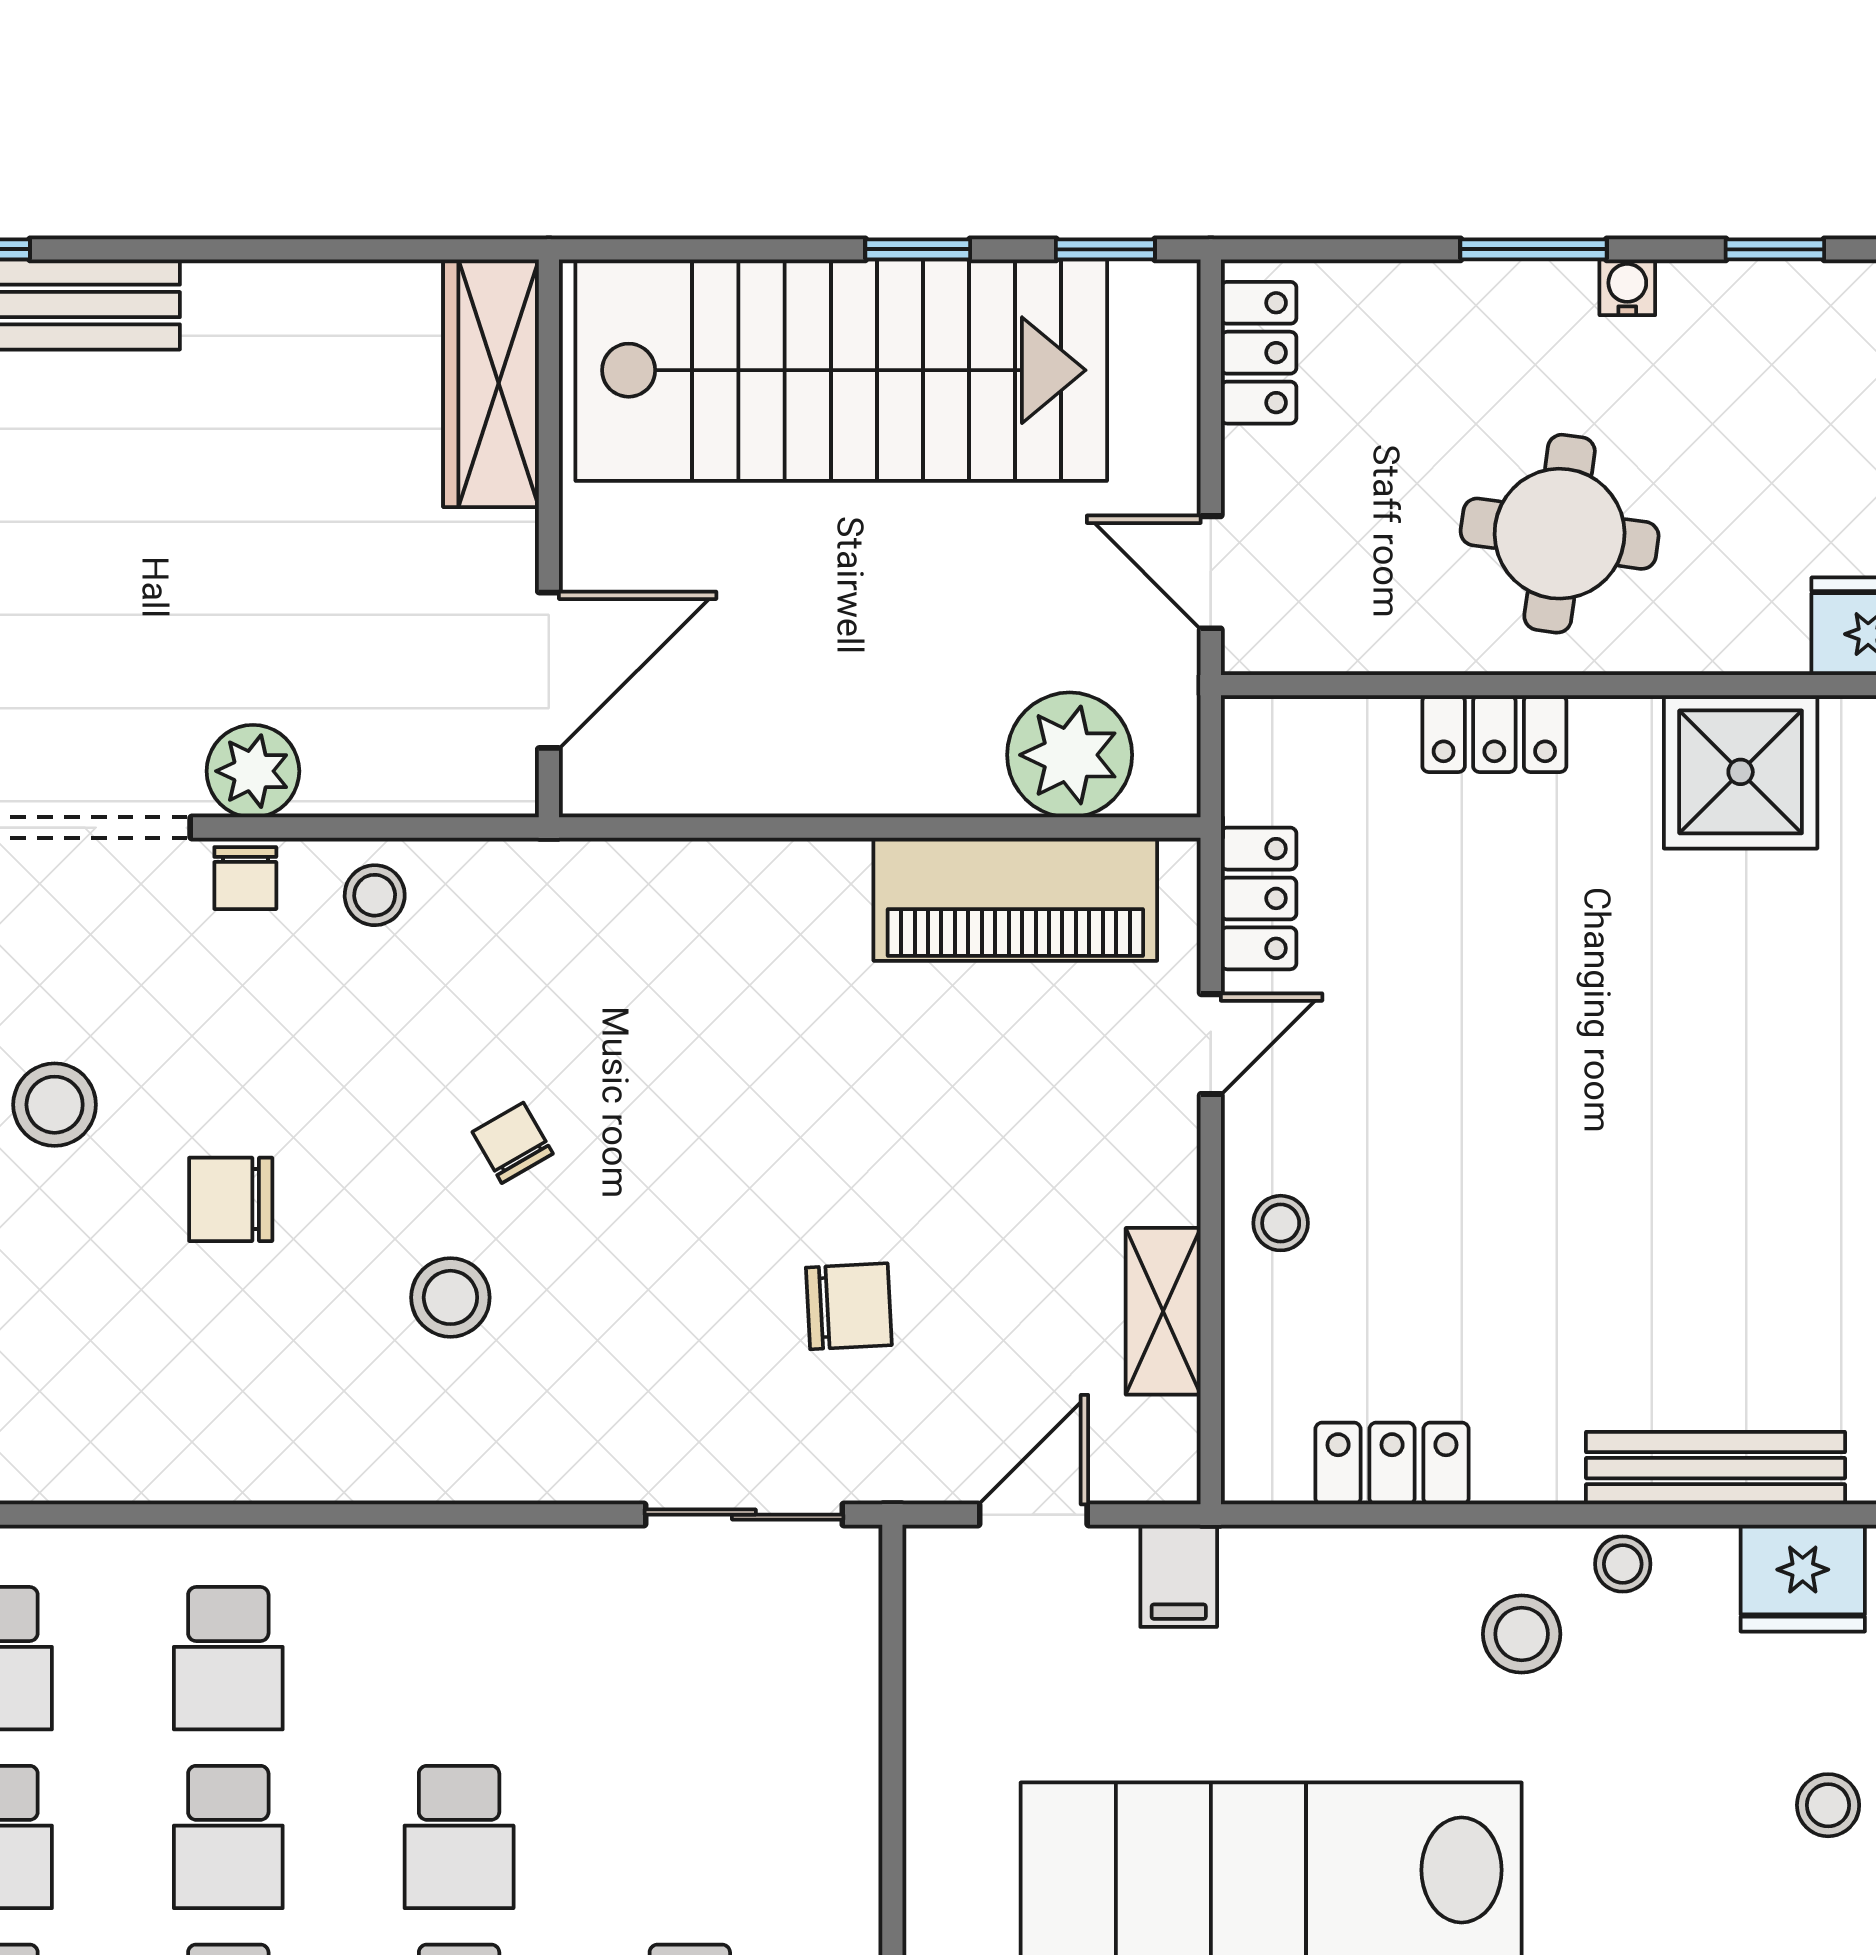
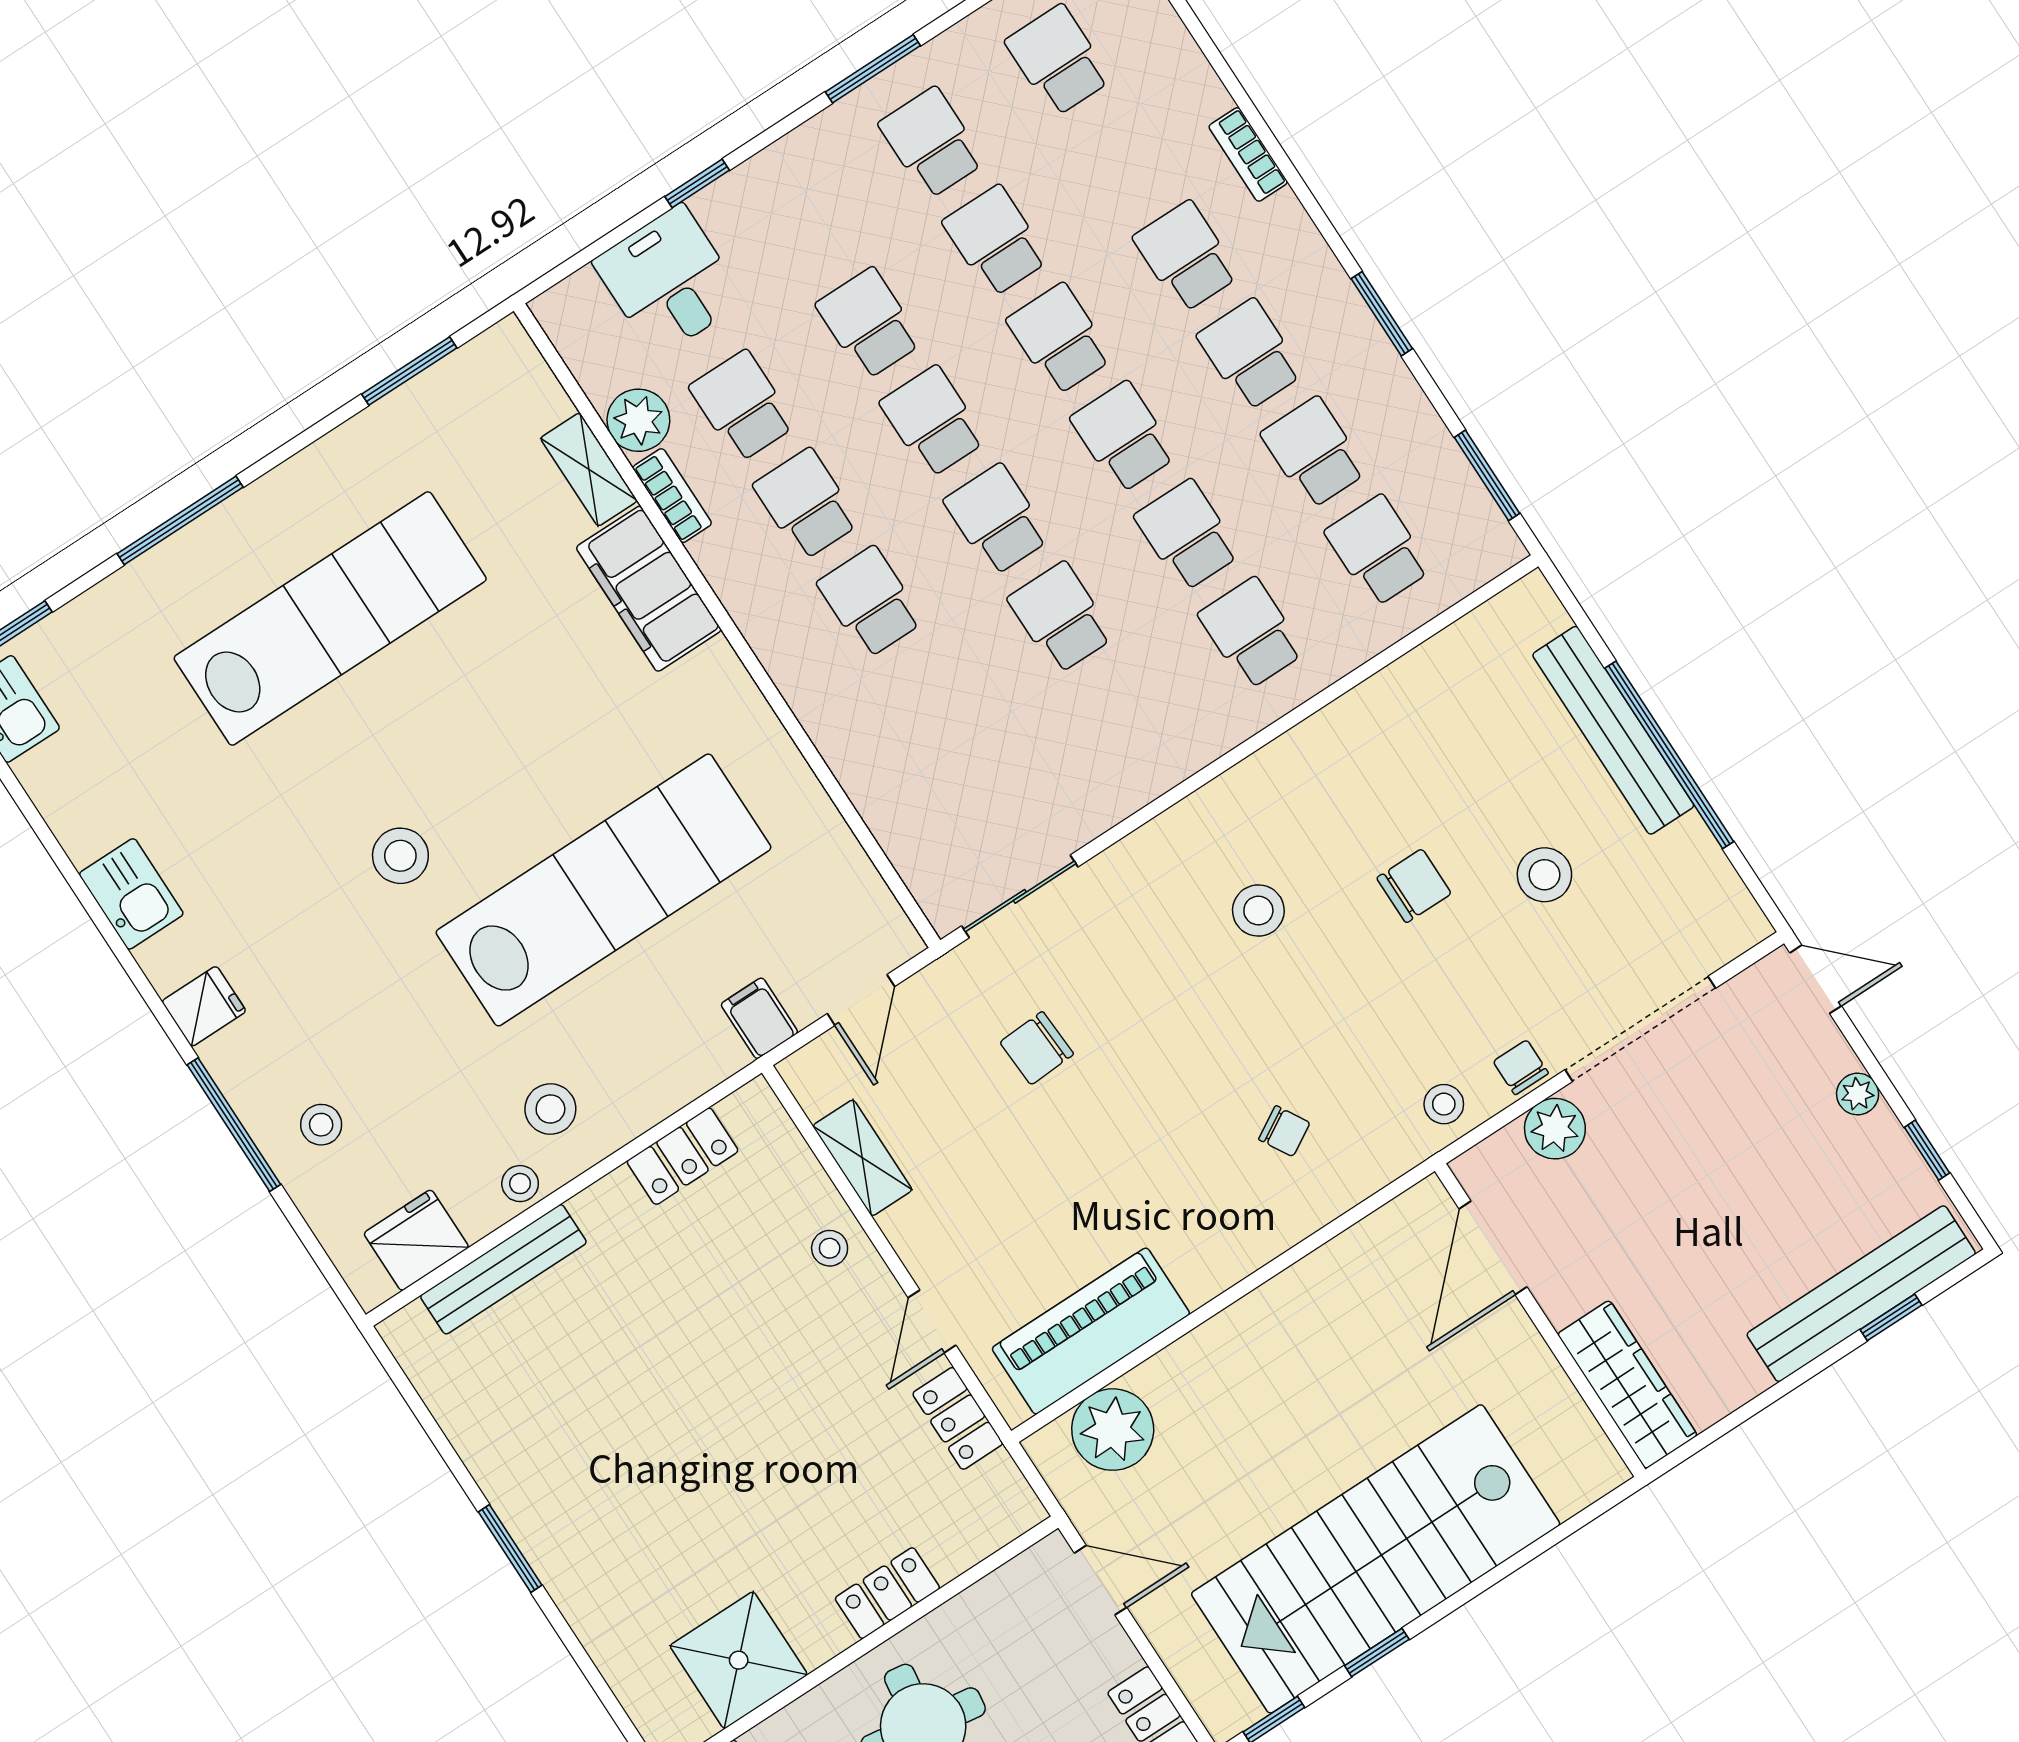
wardrobe: (491, 383) -> (1627, 1385), moved
wall: (549, 538) -> (1540, 1320), moved
door: (549, 670) -> (1493, 1248), moved
chair: (513, 1143) -> (1284, 1131), moved

